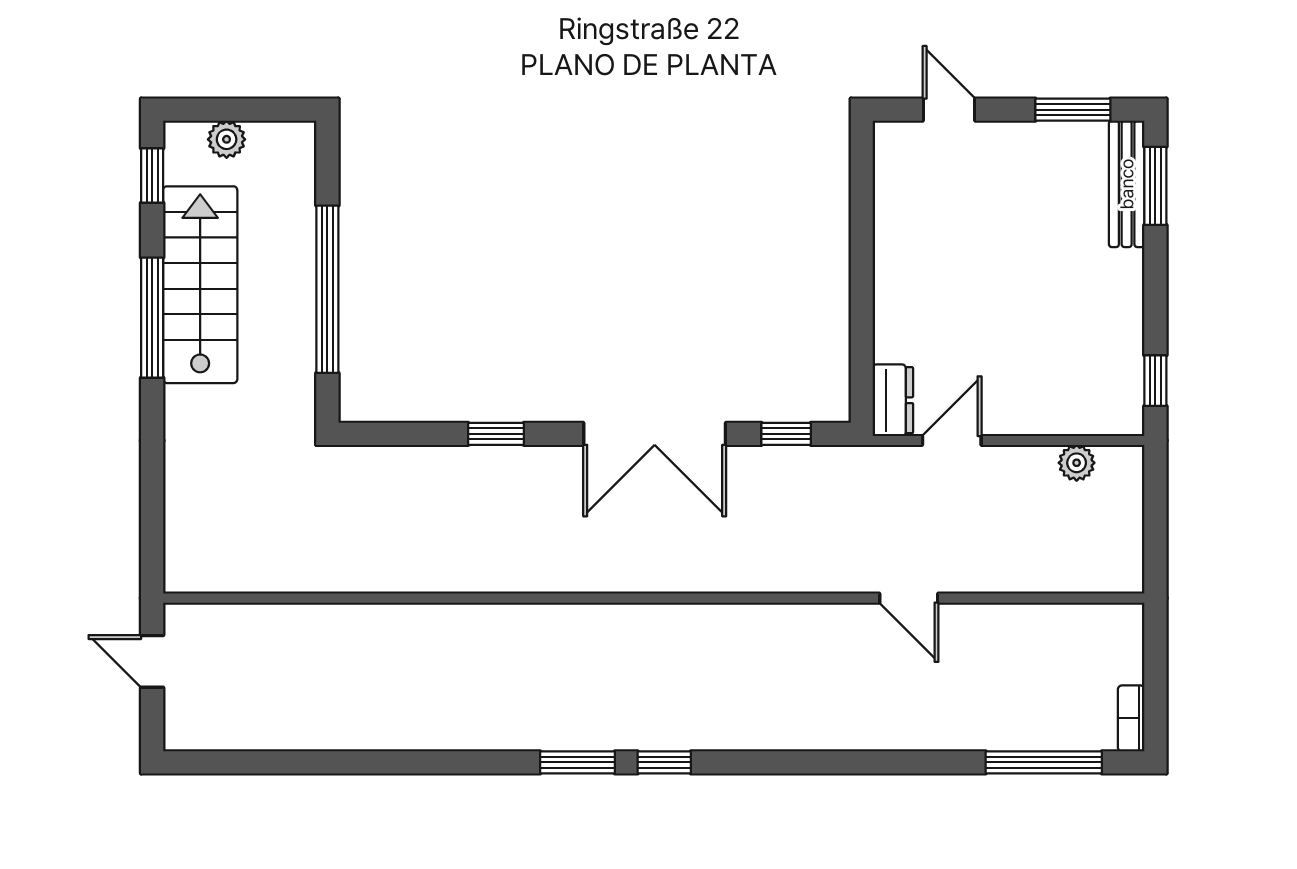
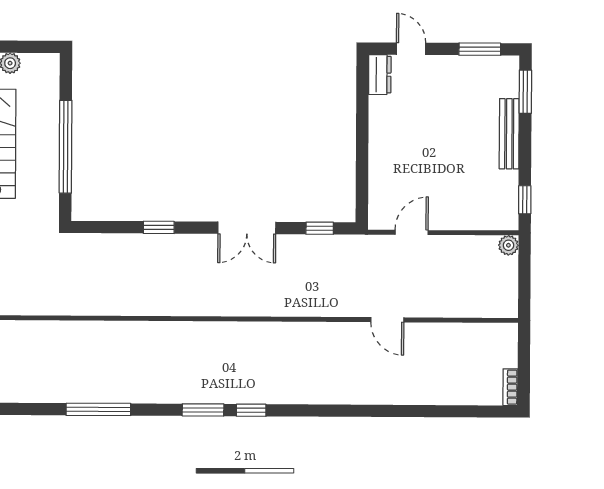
bench: (1127, 184) -> (509, 134), moved
dresser: (893, 400) -> (380, 75), moved
double door: (655, 434) -> (247, 228), width x0.73
plant: (1077, 463) -> (508, 245), moved
window: (1044, 762) -> (98, 409), moved

